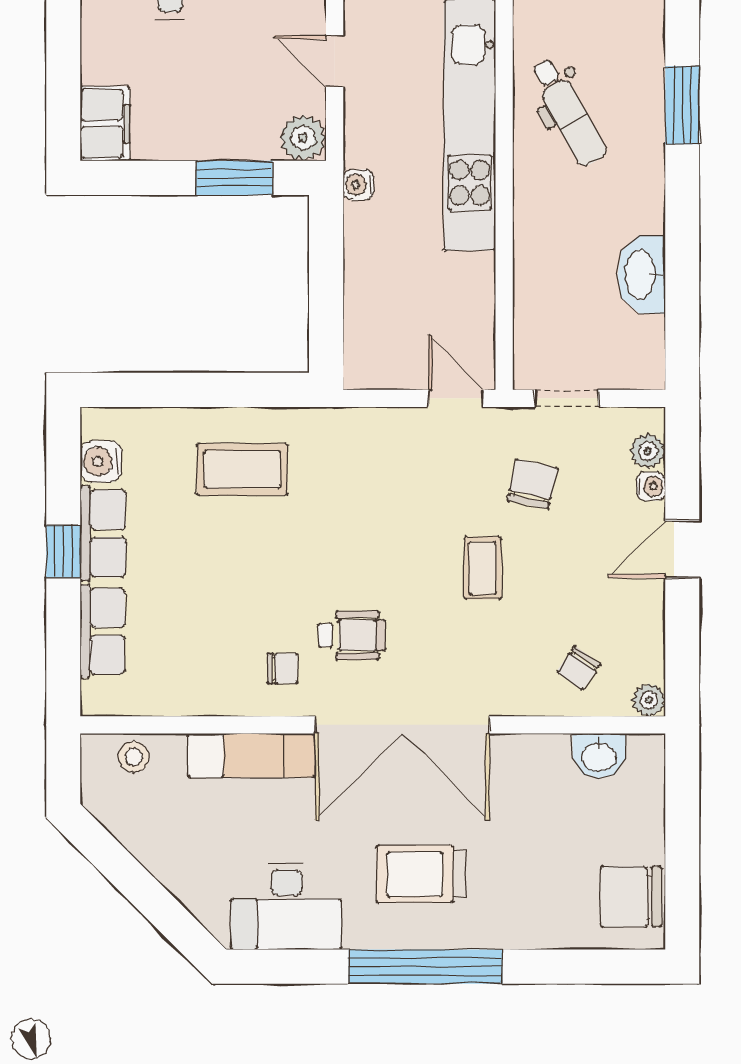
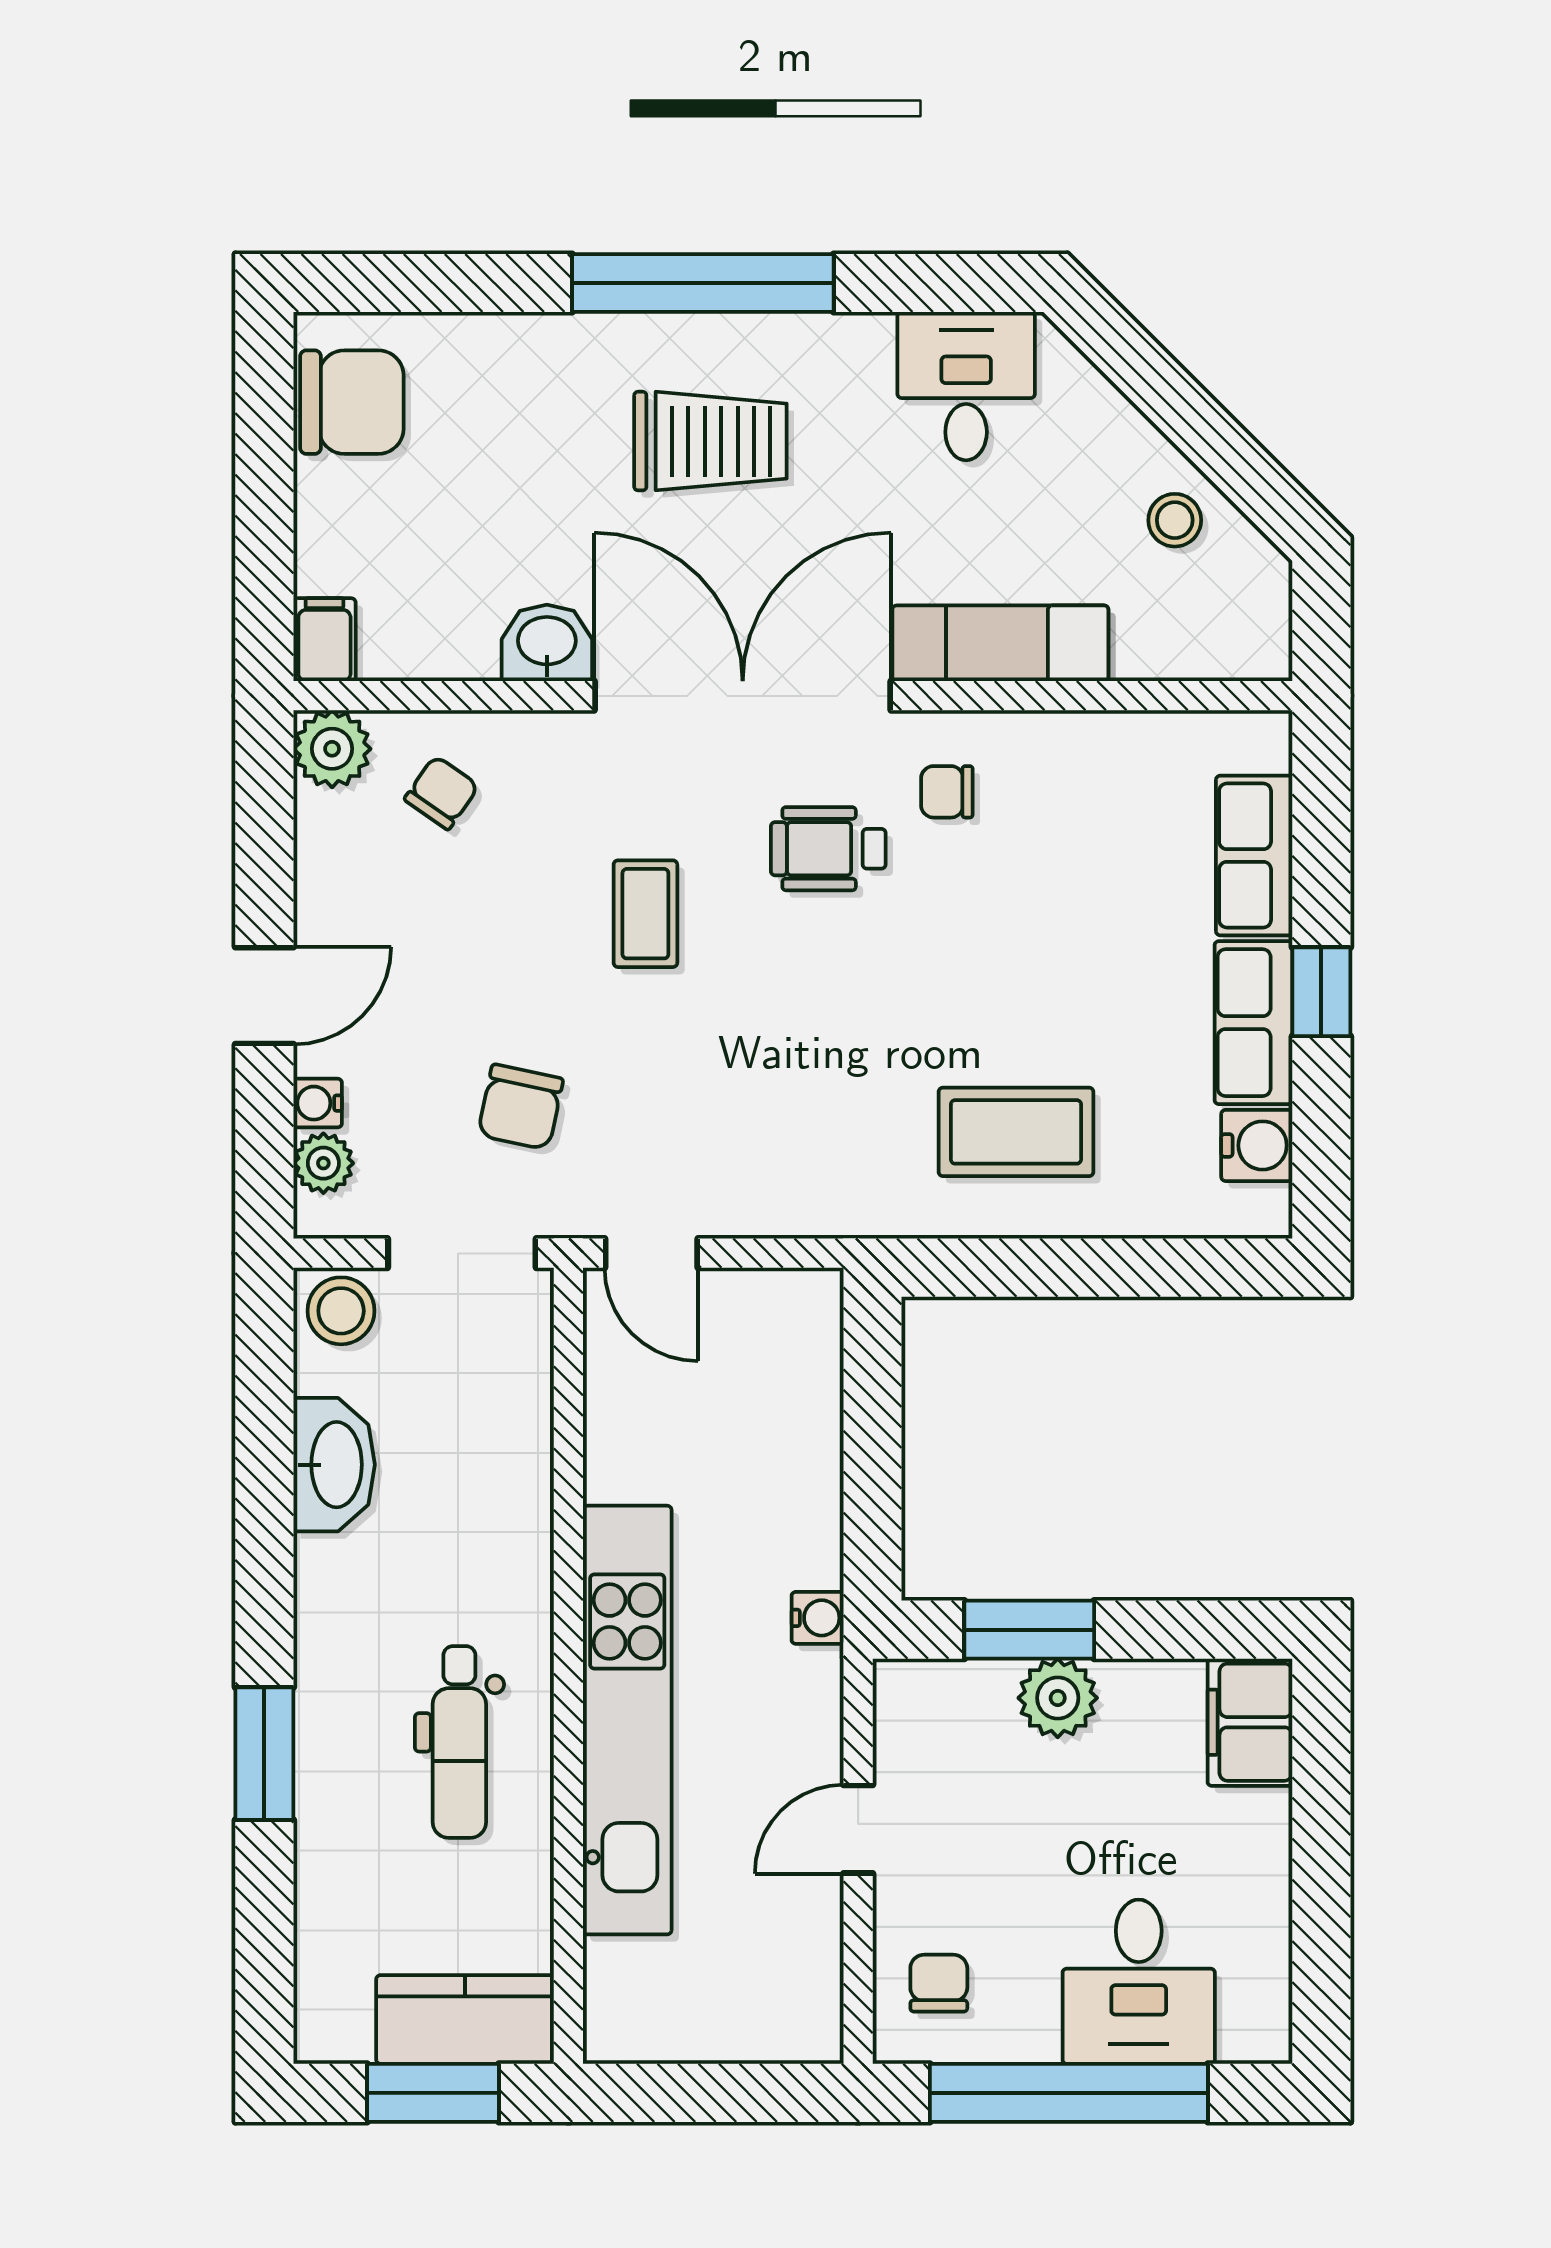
door: (335, 61) -> (858, 1829), swing flipped
dental chair: (568, 112) -> (459, 1742), turned -151
plant: (303, 138) -> (1058, 1698), moved
stool: (637, 365) -> (341, 1311), added
doorway: (567, 398) -> (462, 1253), width x1.38
coffee table: (483, 568) -> (645, 914), moved
plant: (649, 700) -> (332, 749), width x1.38, depth x1.38
washbasin: (599, 756) -> (547, 643), moved
stool: (134, 757) -> (1175, 520), moved
filing cabinet: (647, 758) -> (324, 640), added
desk: (286, 906) -> (966, 386), width x0.73

